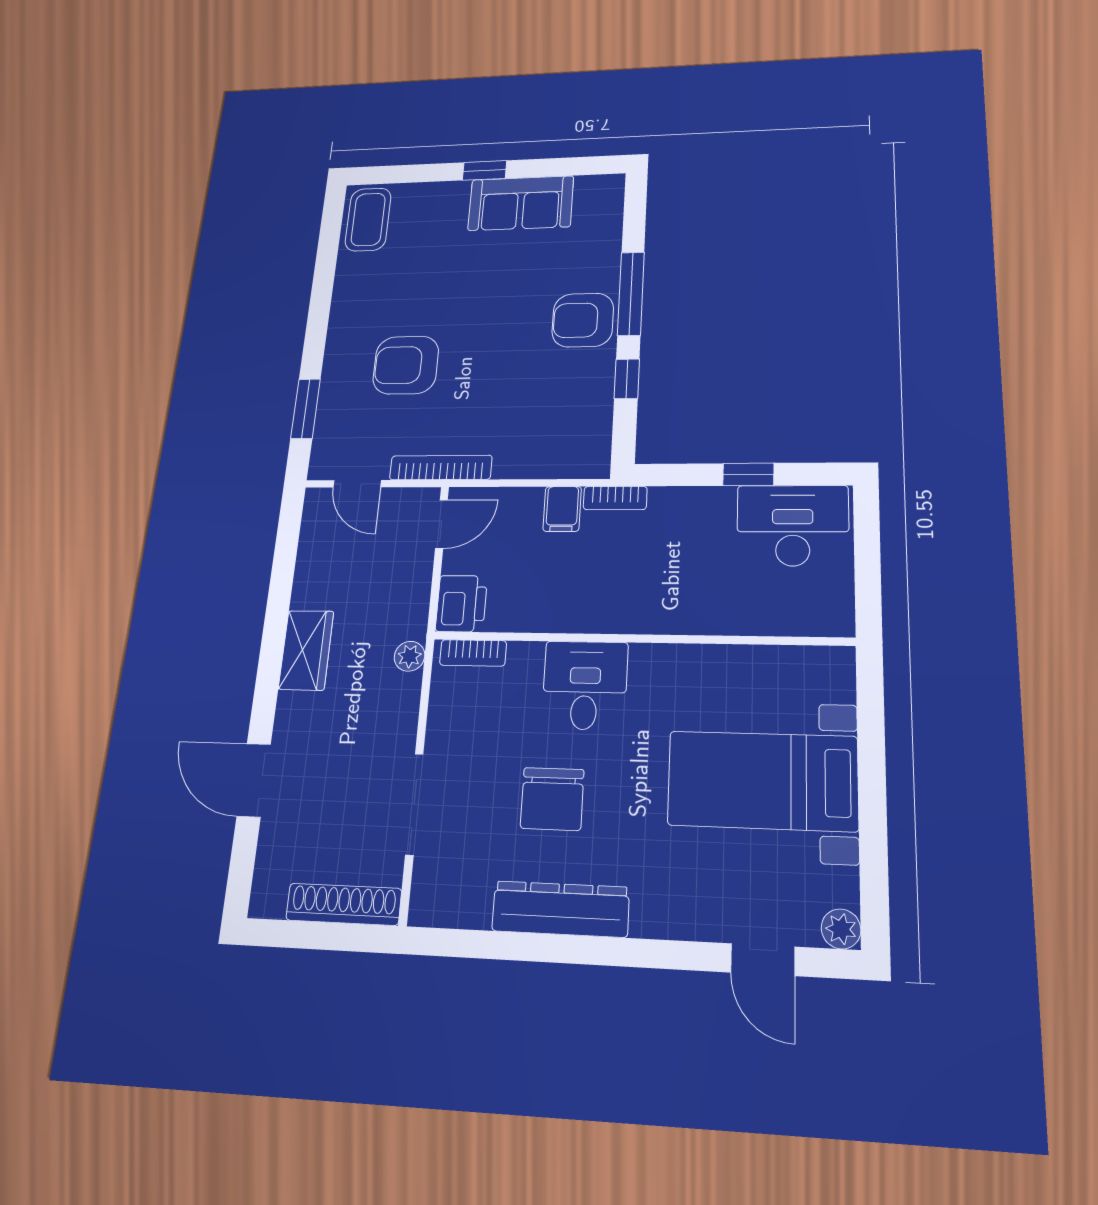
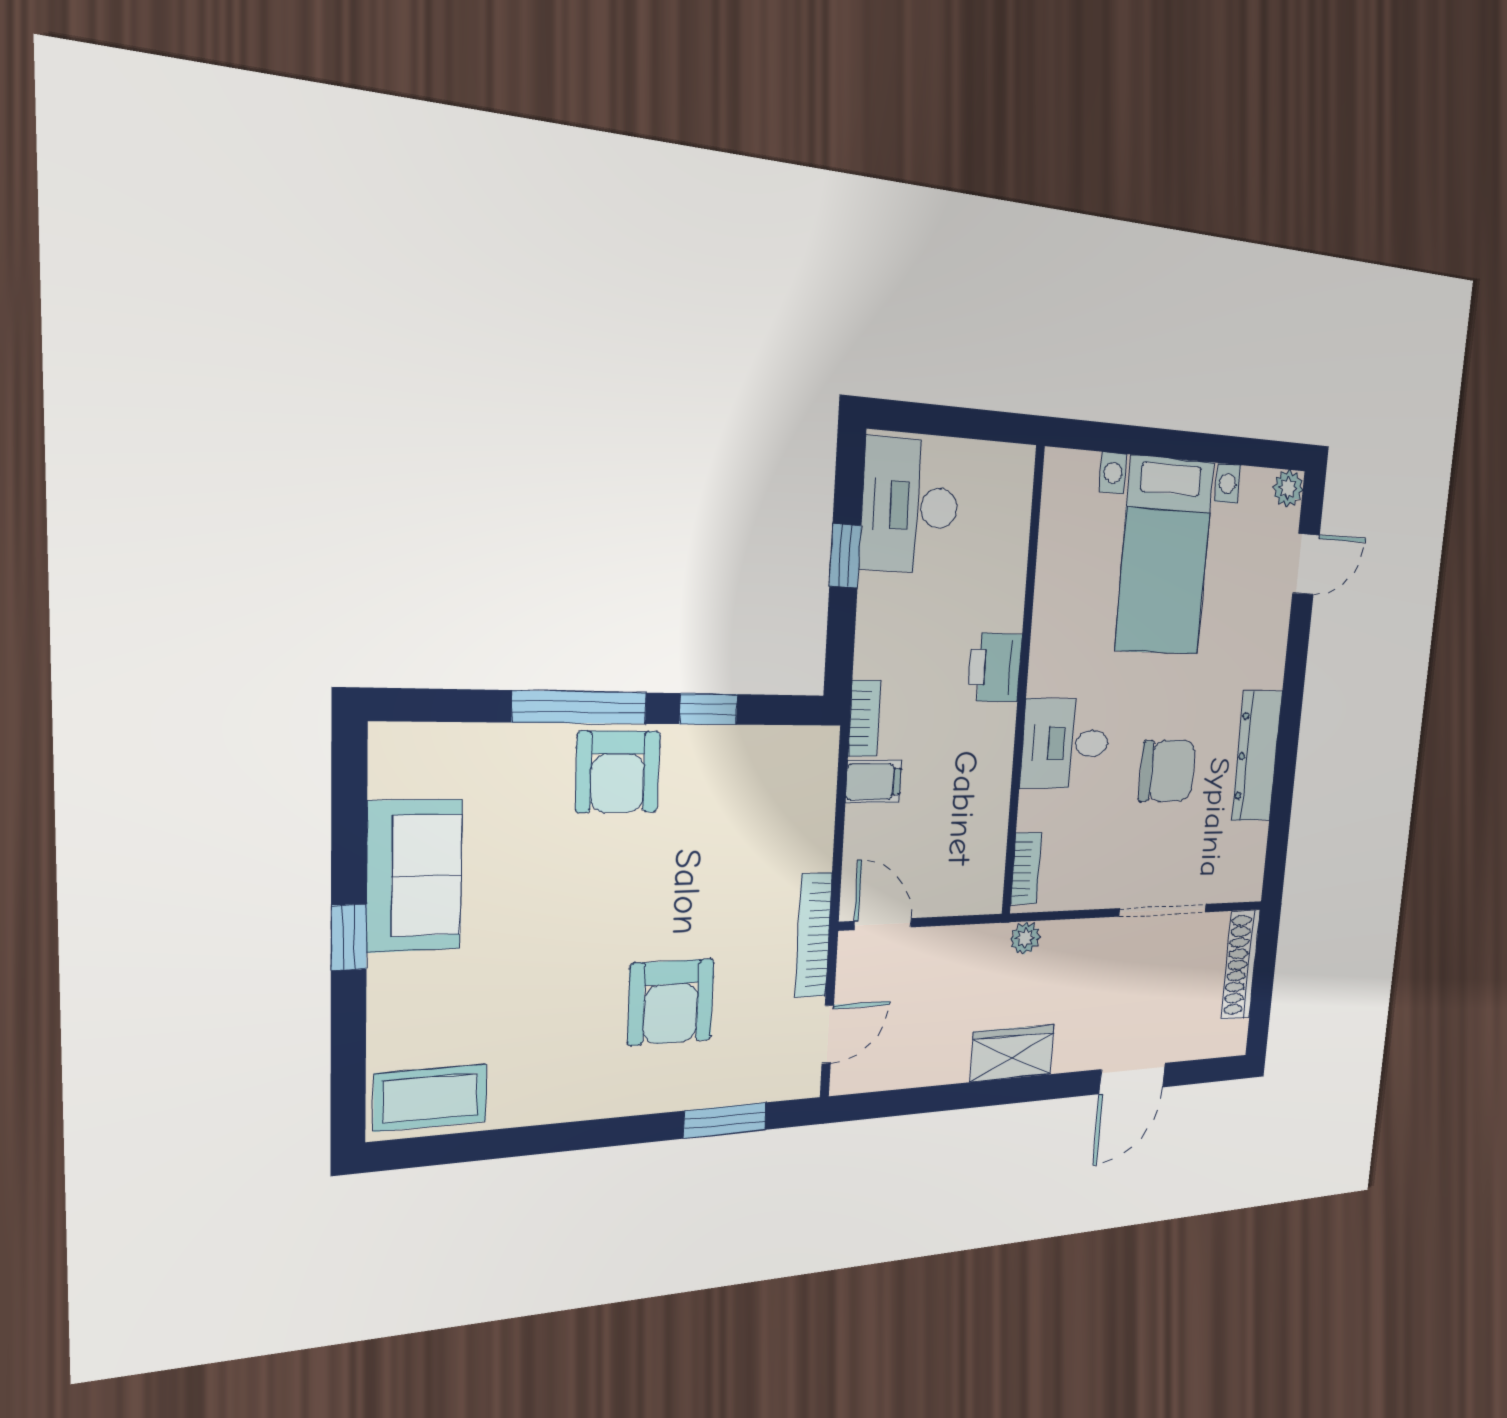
printer: (461, 604) -> (995, 667), moved, turned -90

